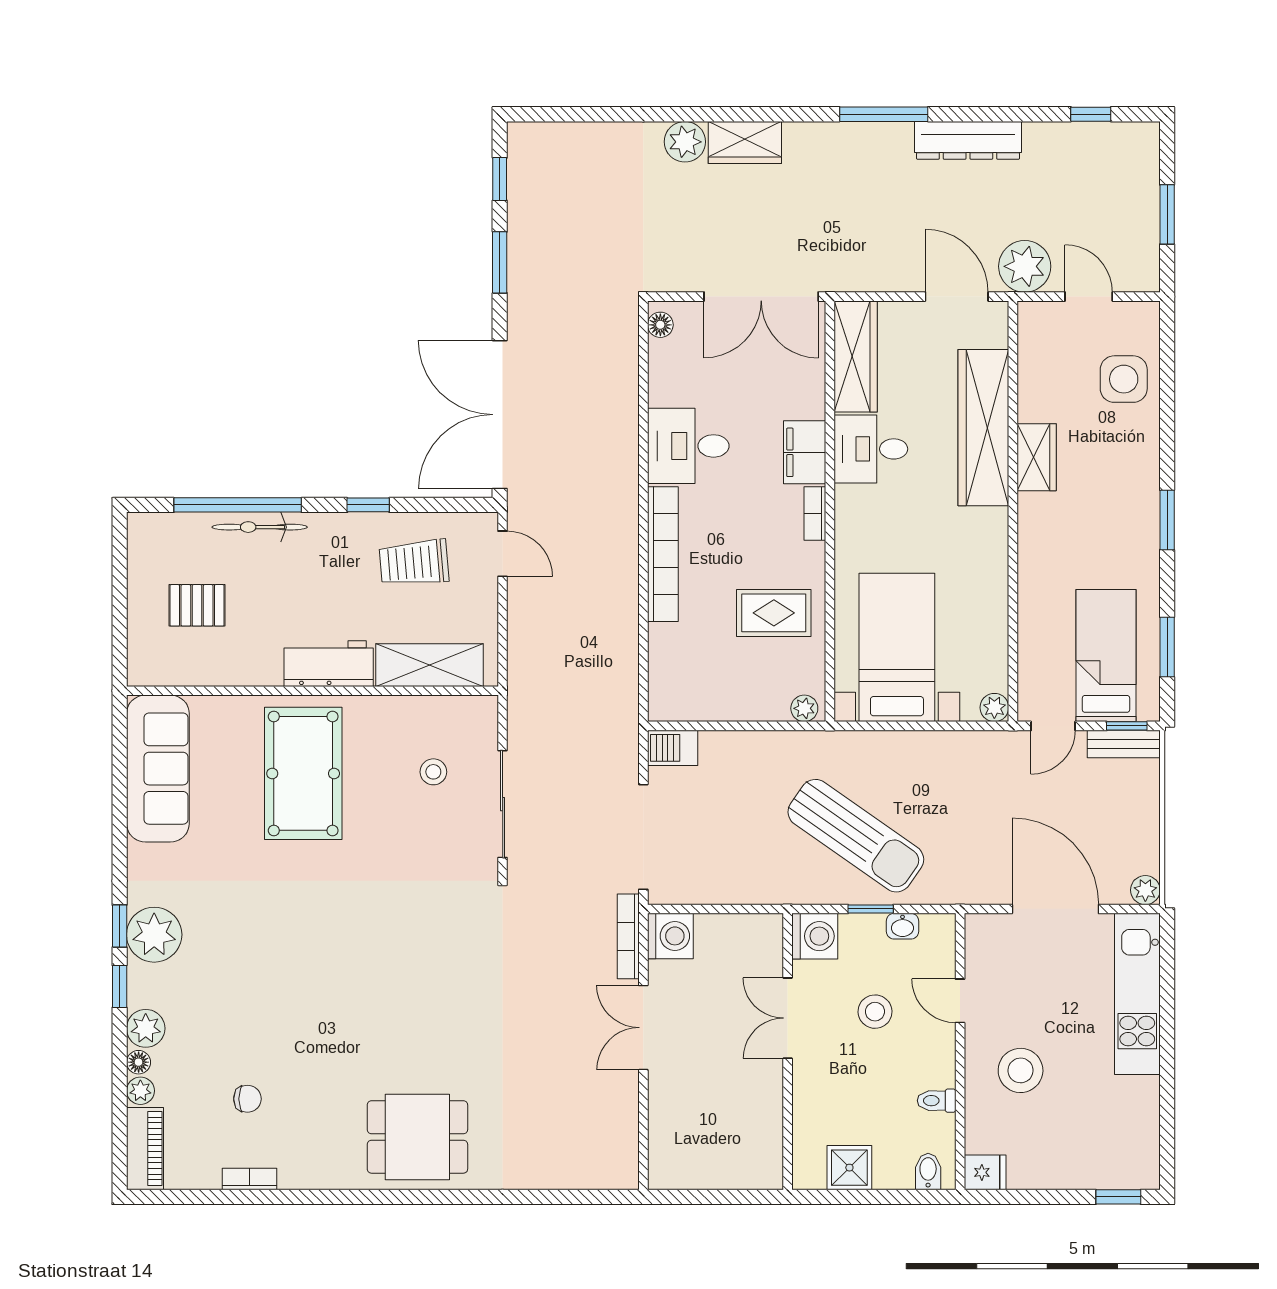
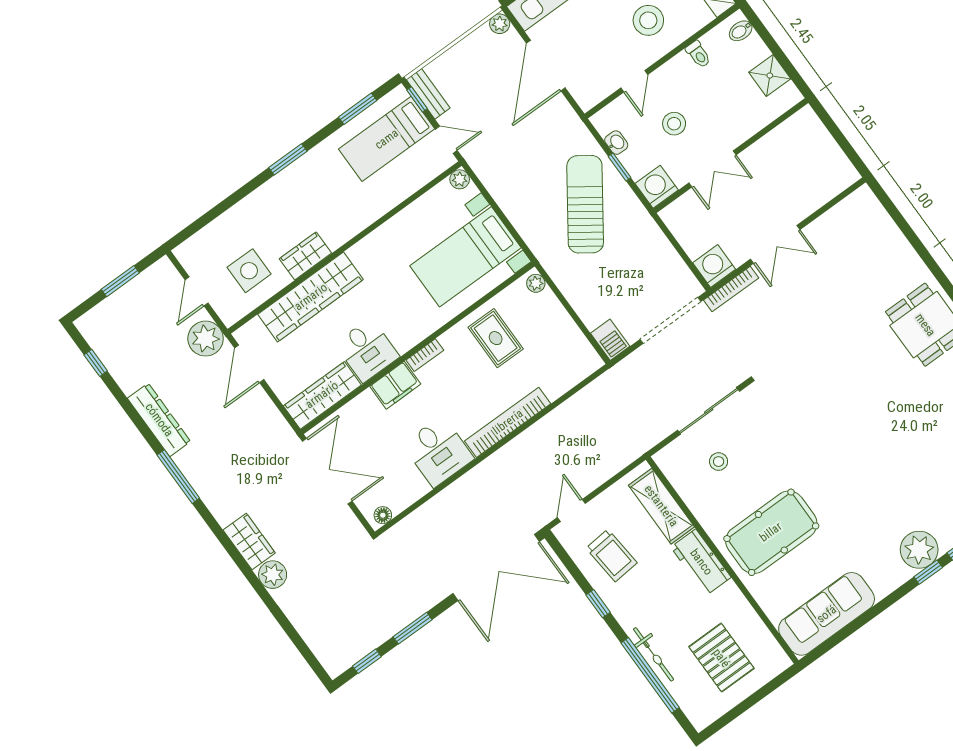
side table: (1124, 379) -> (249, 271), moved
pallet: (197, 605) -> (721, 658), width x1.50, depth x1.42

